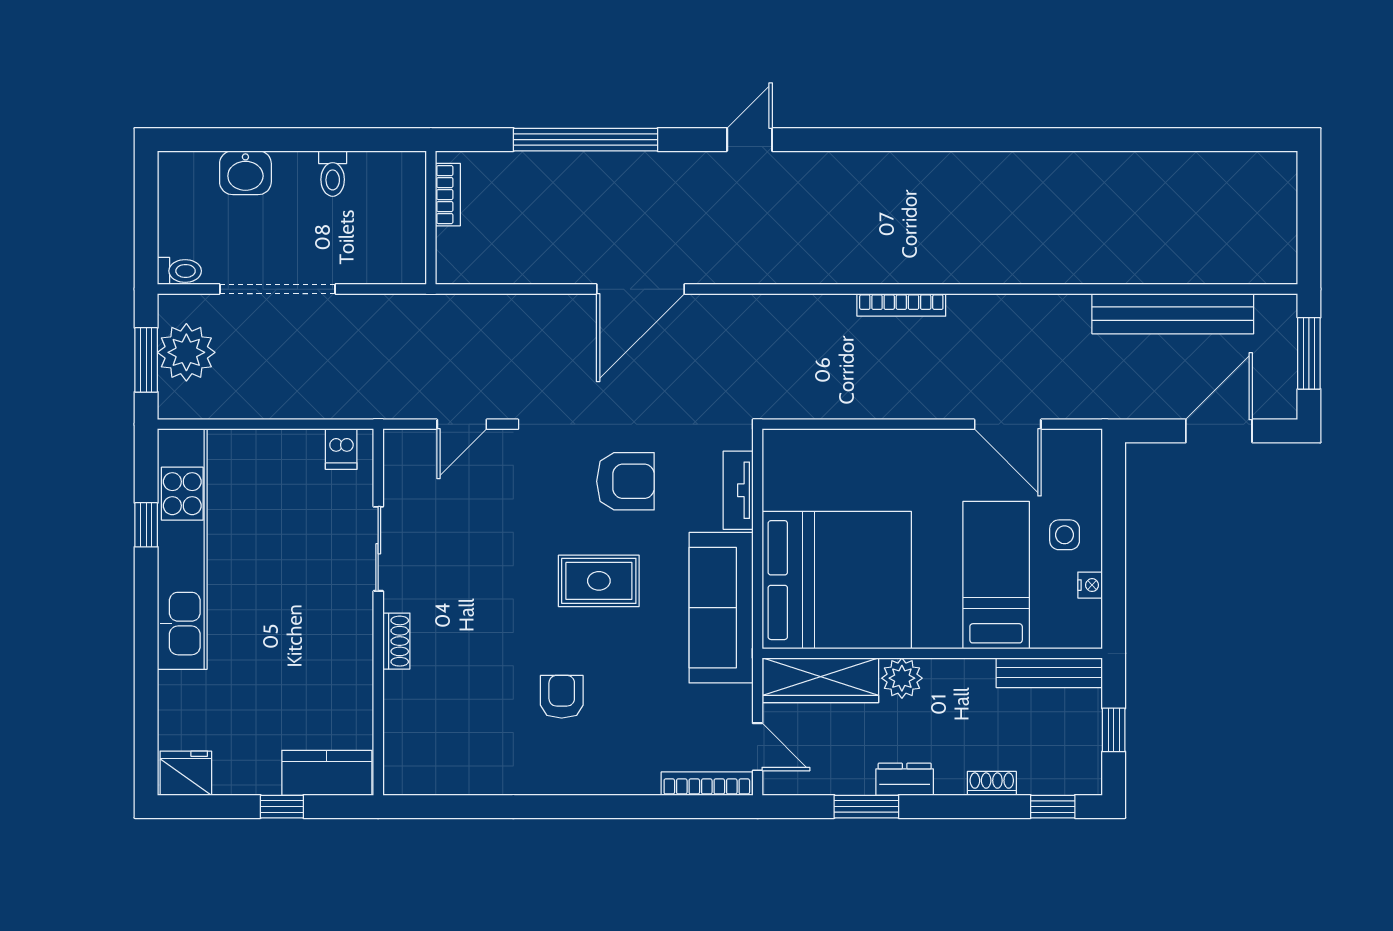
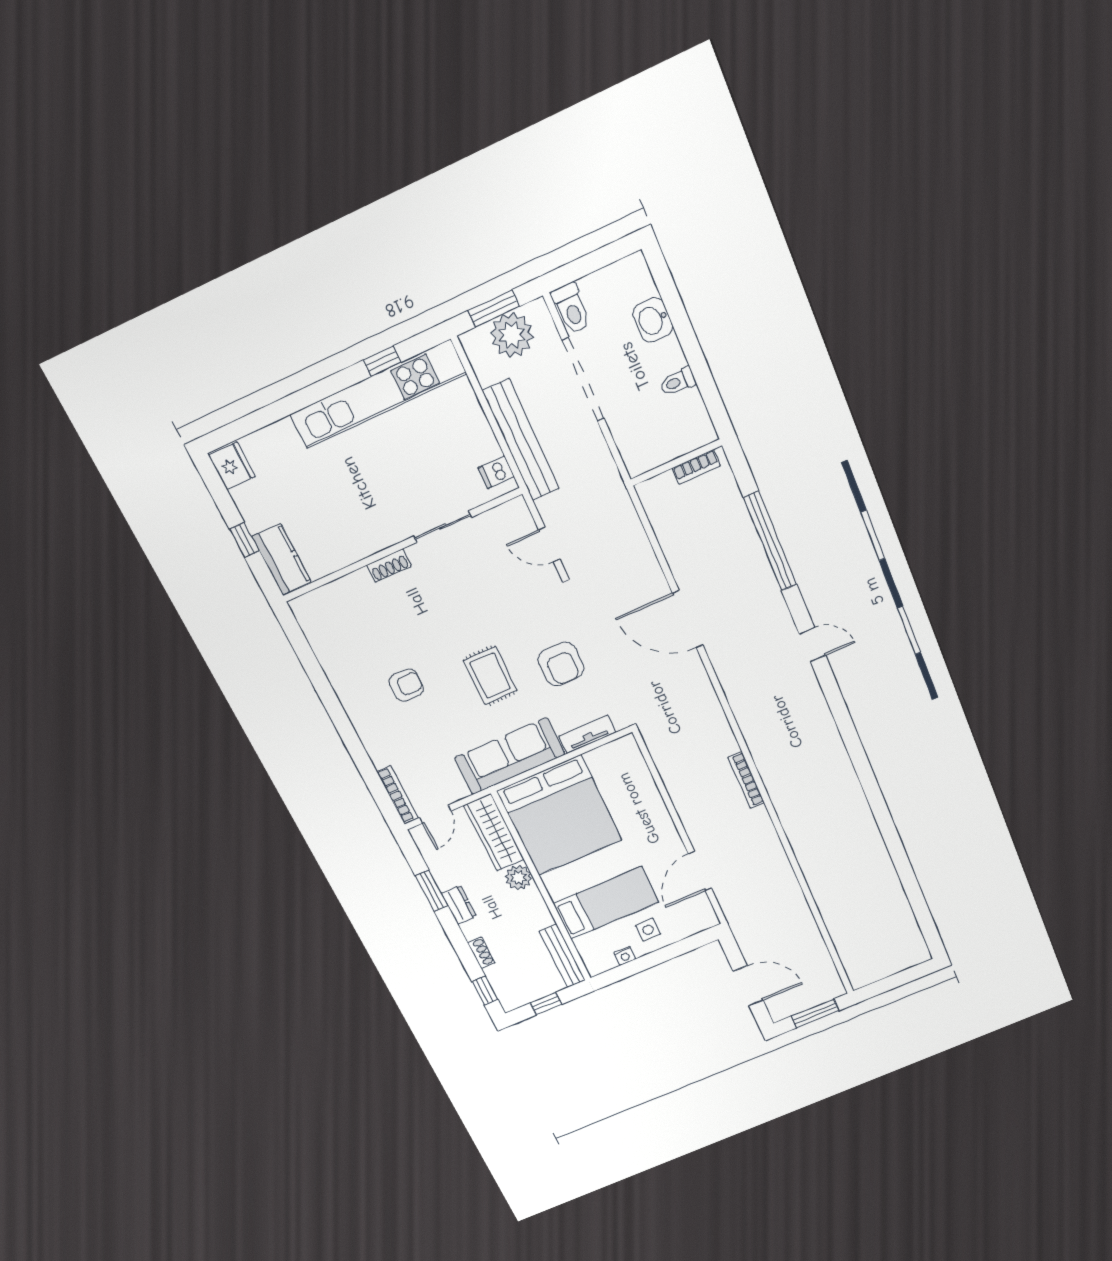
toilet: (179, 271) -> (571, 308), width x1.37, depth x1.39
bench: (1173, 314) -> (521, 440), moved

